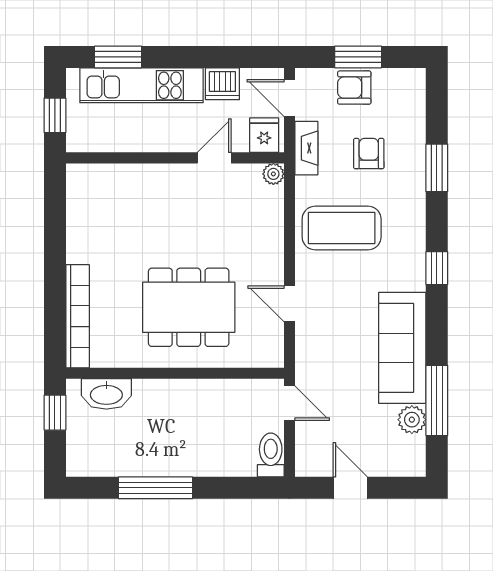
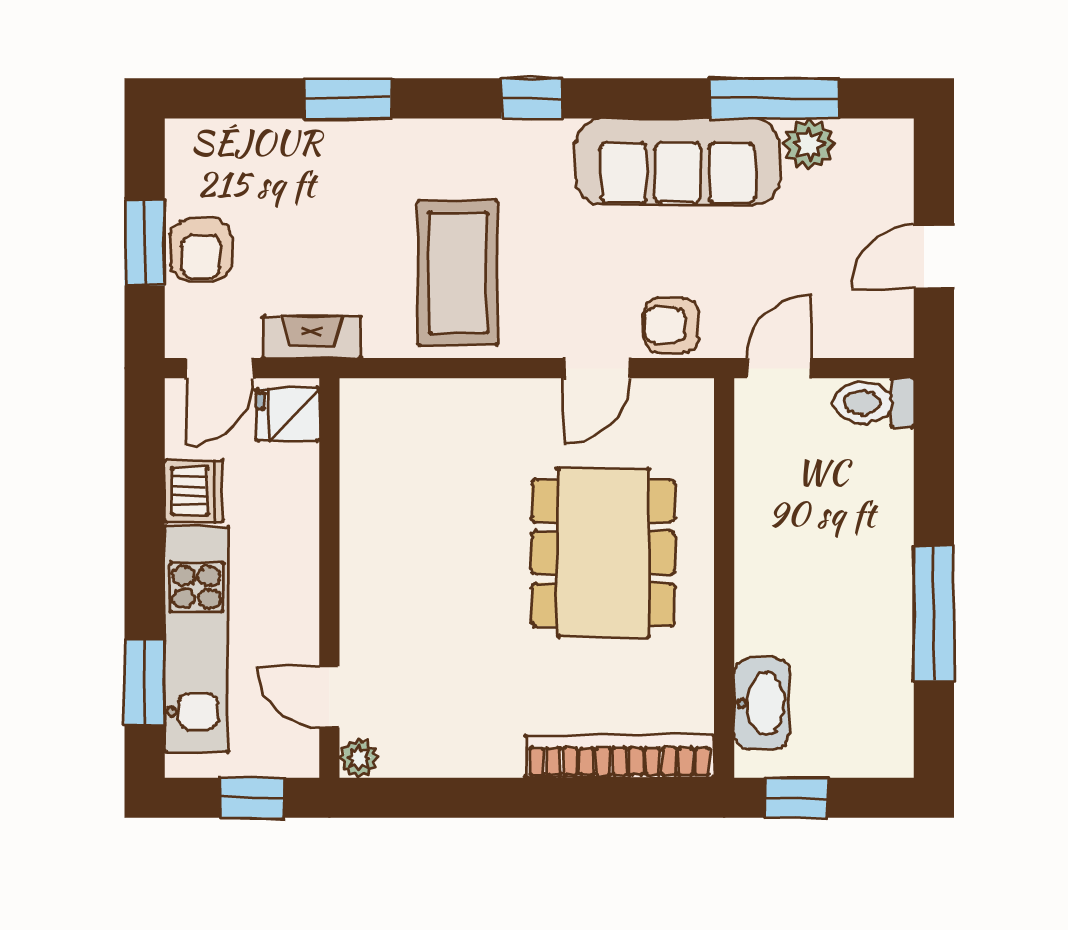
armchair: (369, 154) -> (671, 325), moved
door: (214, 158) -> (329, 697), moved
plant: (273, 174) -> (359, 758), moved

